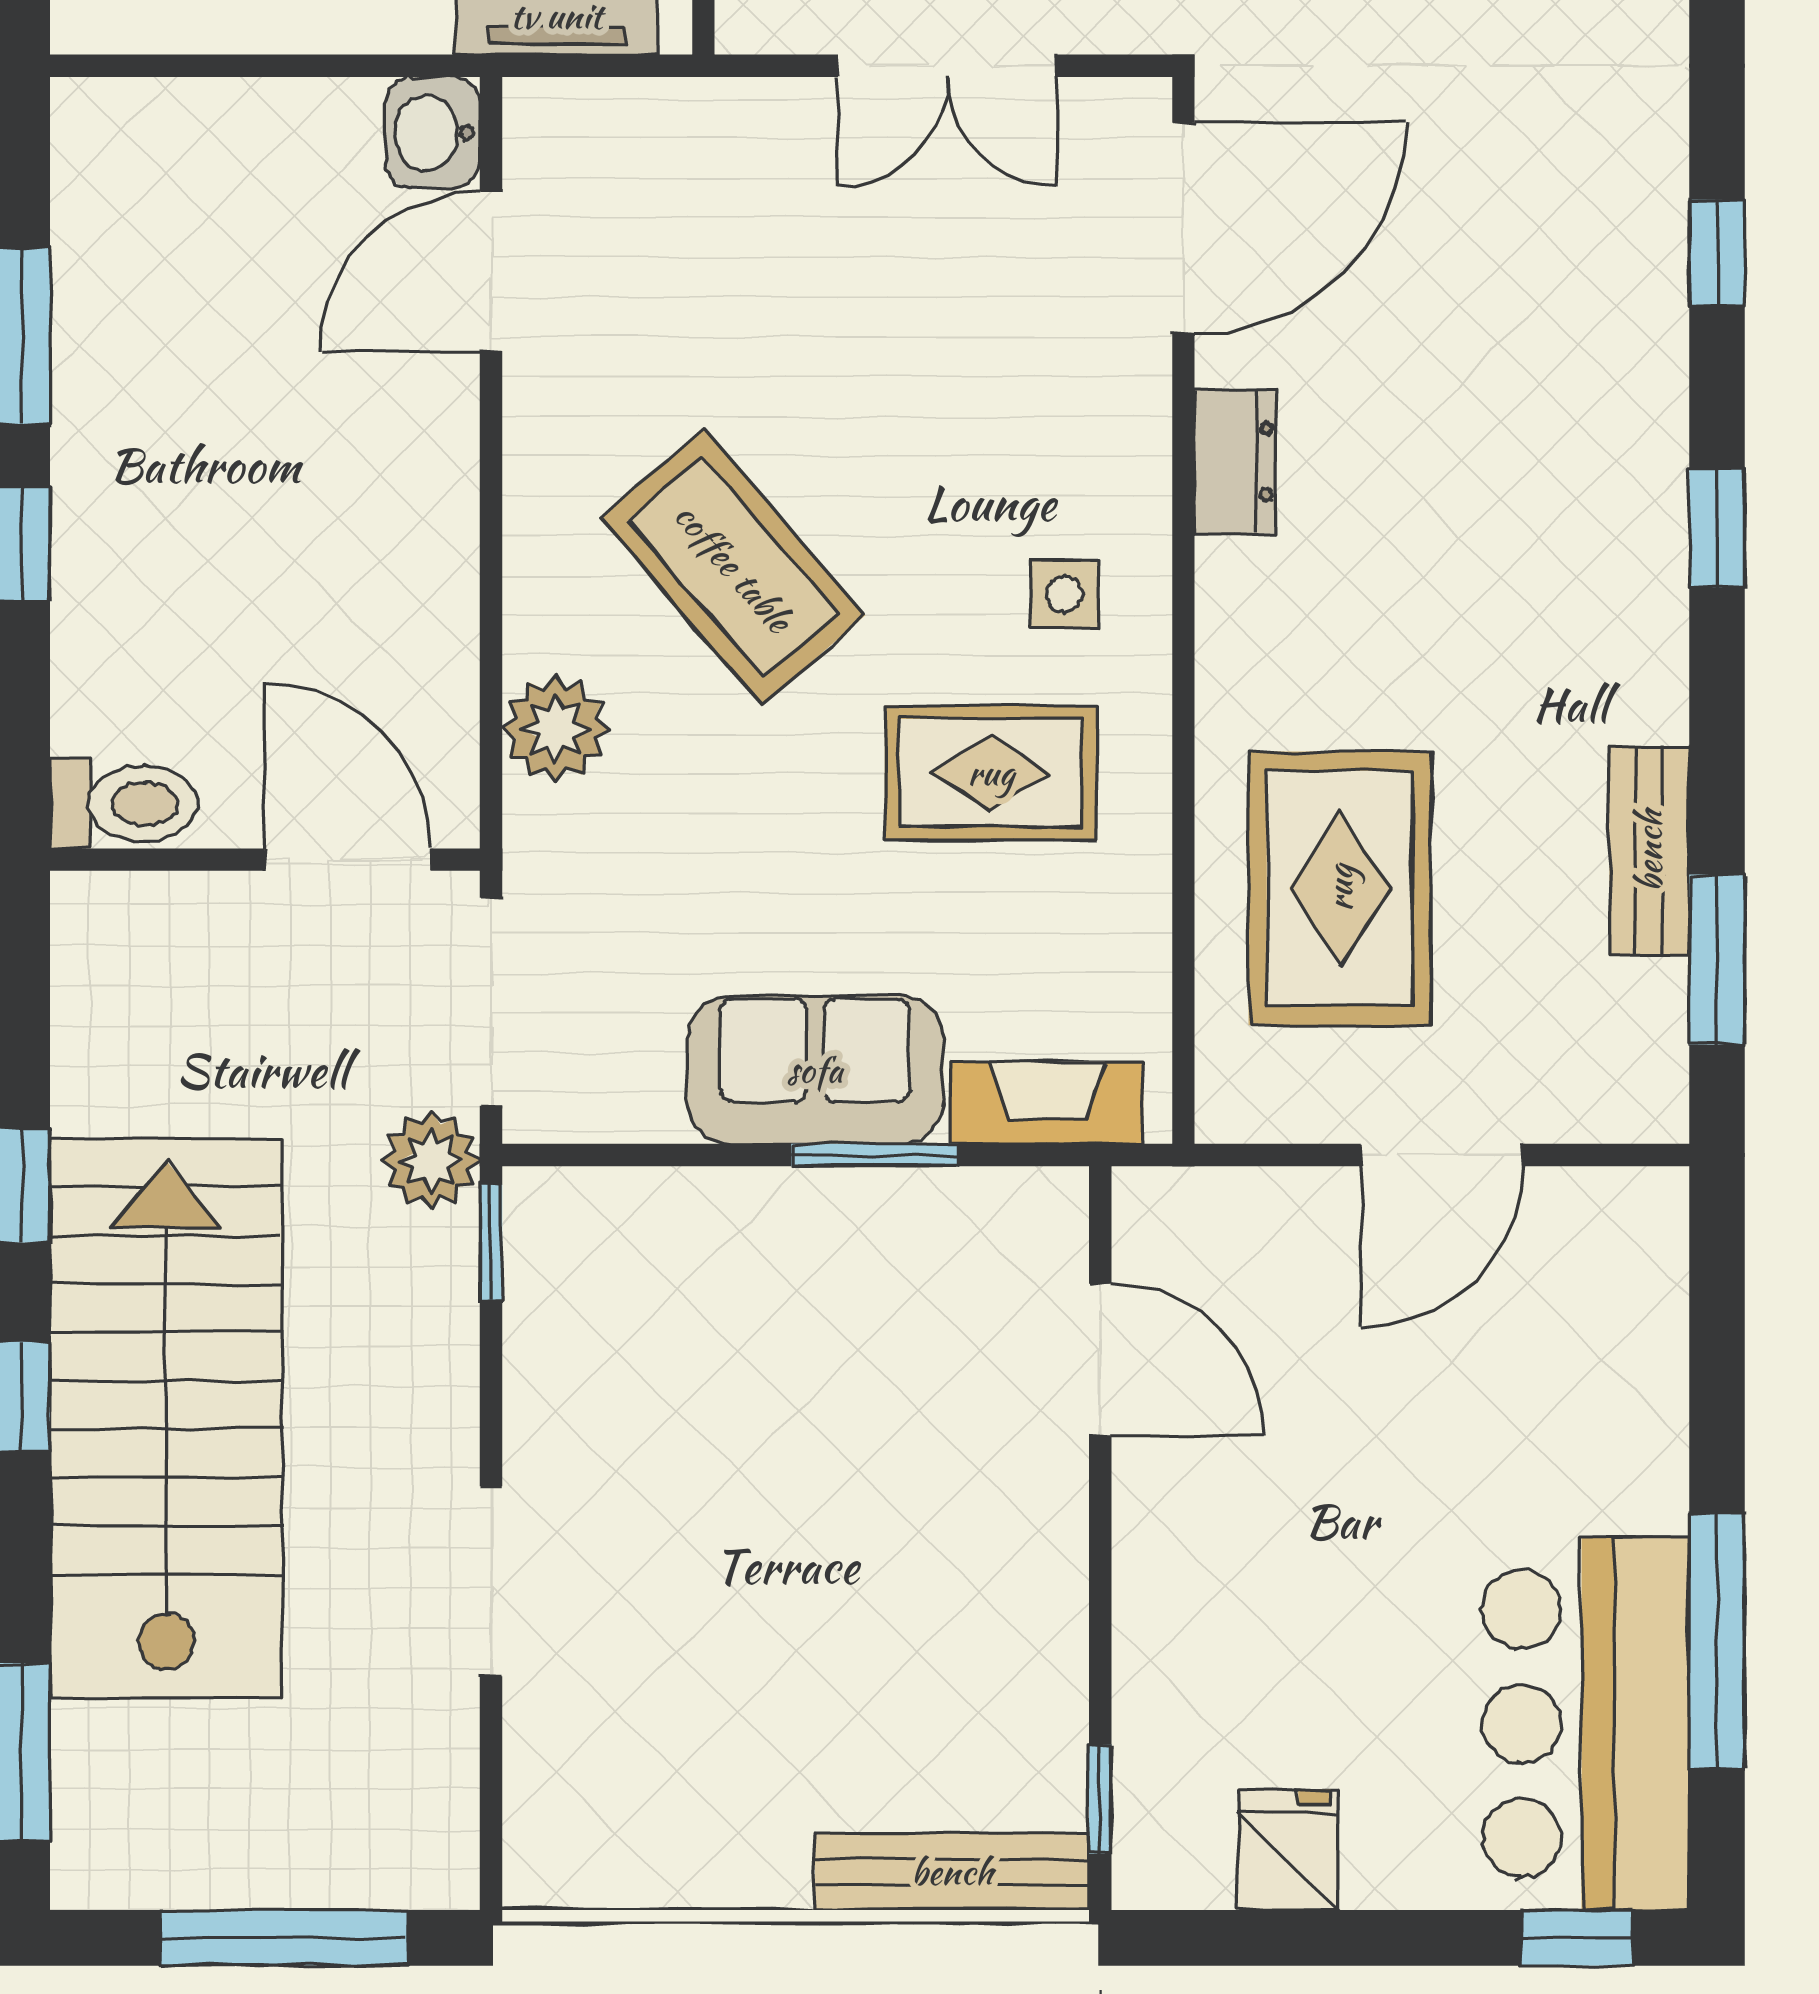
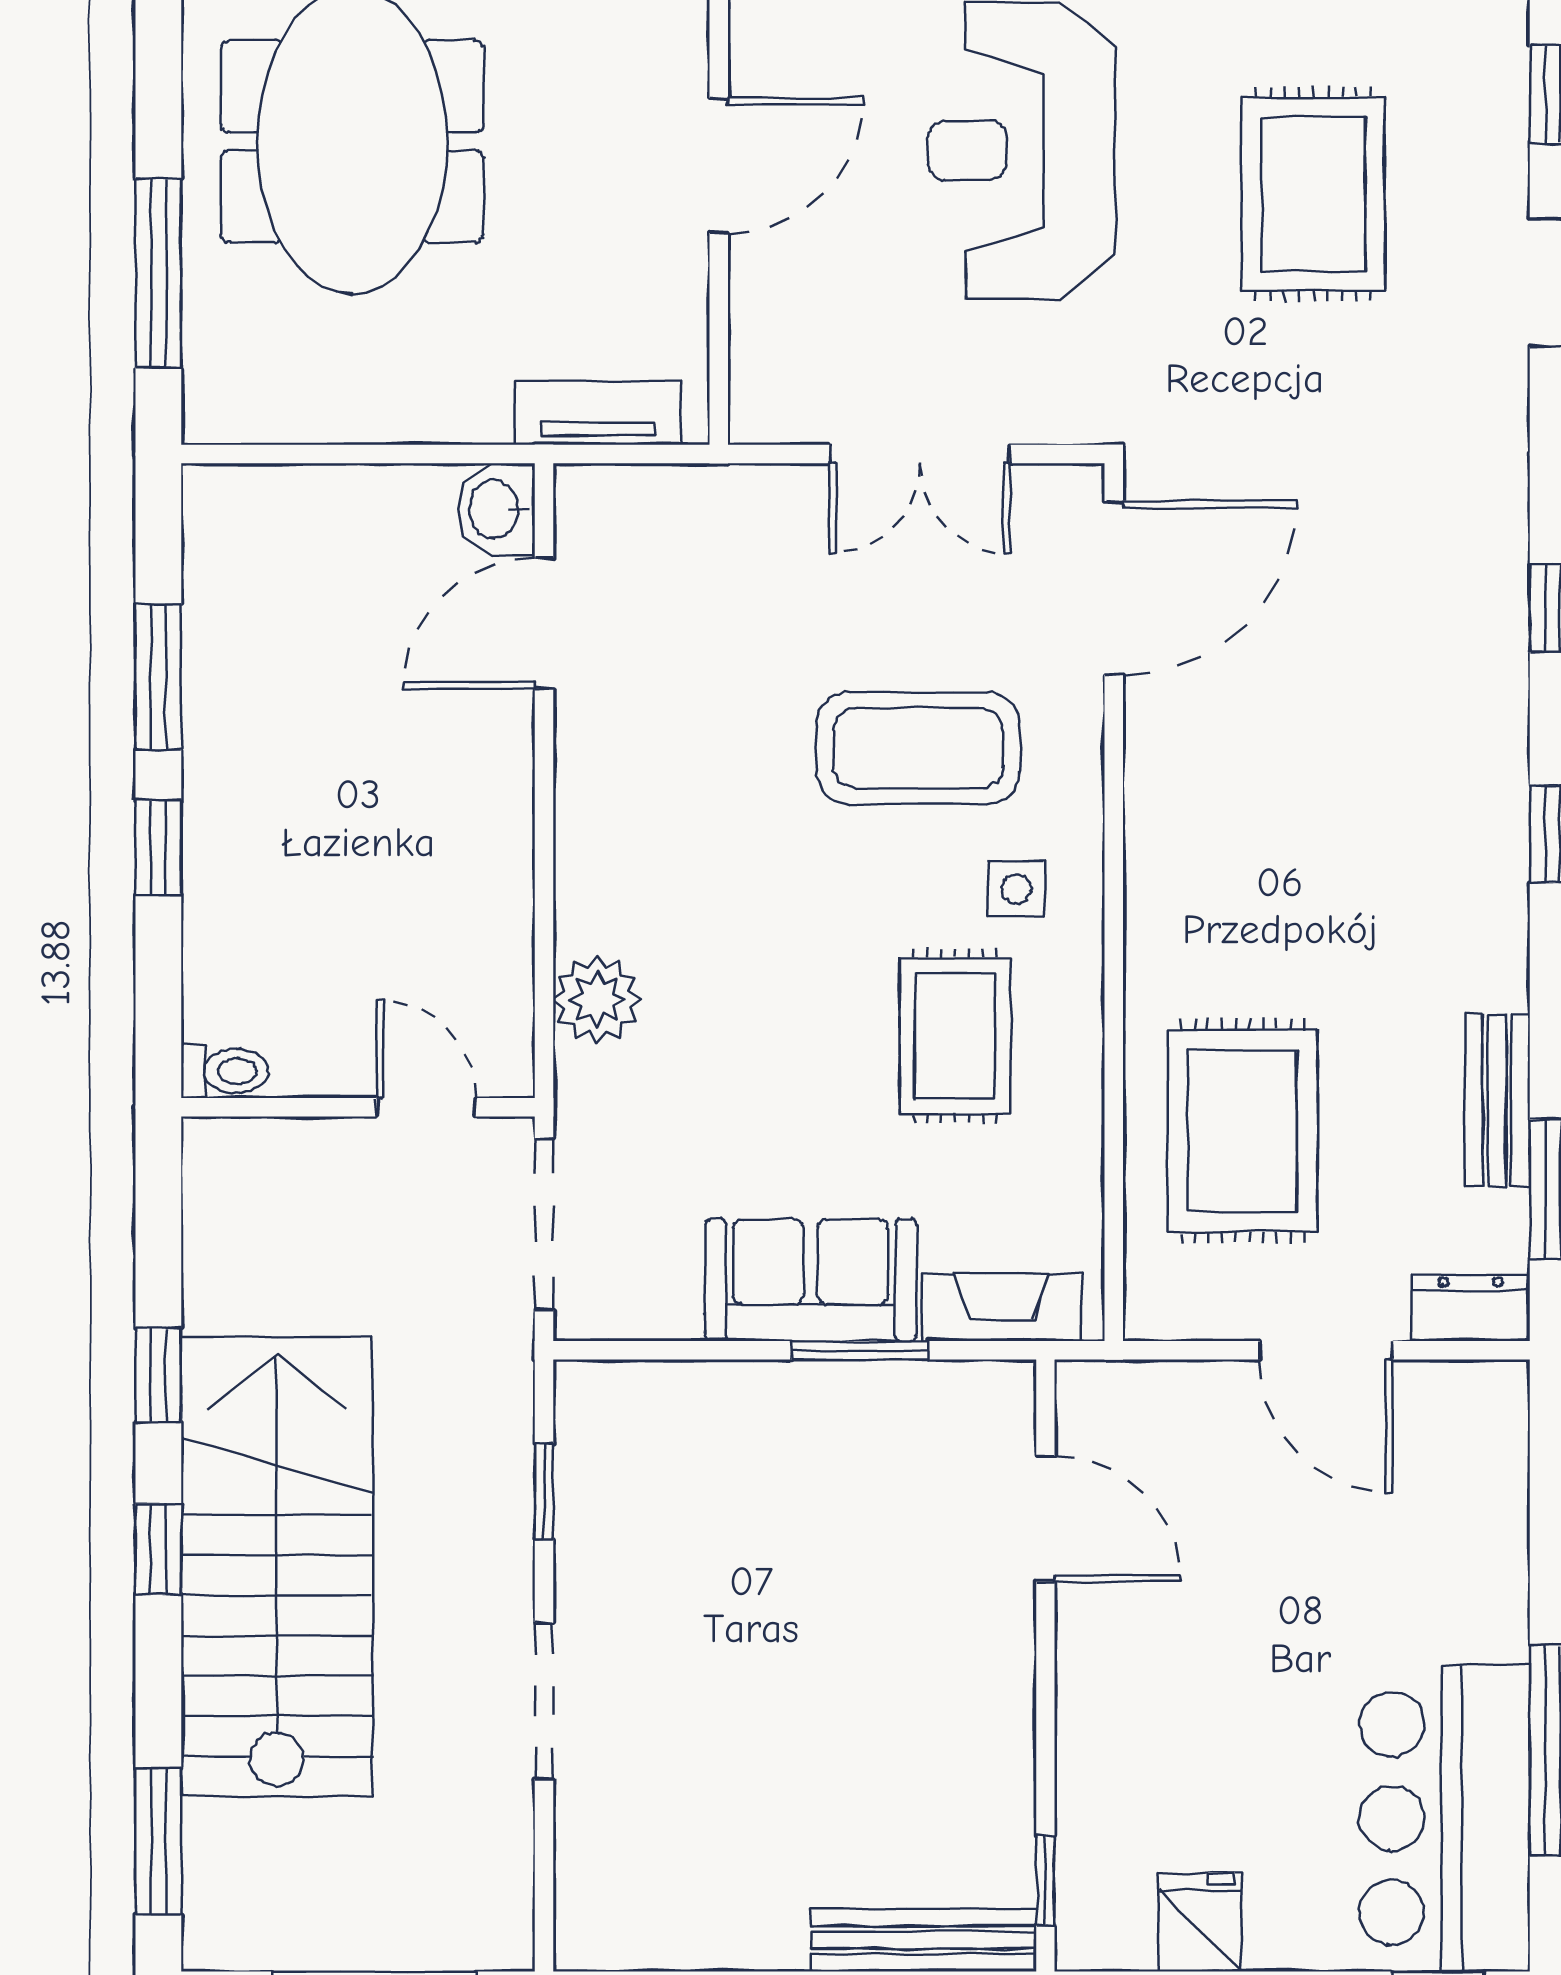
dresser: (1235, 462) -> (1471, 1308), moved, turned -90
coffee table: (733, 567) -> (918, 748), moved, turned -49
rug: (991, 773) -> (955, 1036), turned 90
toilet: (124, 804) -> (225, 1071), width x0.73, depth x0.72
door: (348, 860) -> (426, 1107), width x0.73
door: (1441, 1155) -> (1326, 1350), hinge flipped
plant: (431, 1160) -> (495, 1355), removed
window: (491, 1243) -> (544, 1492), moved

